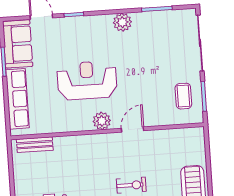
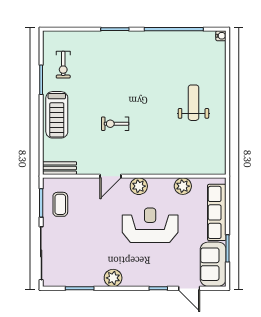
reception desk: (87, 80) -> (150, 225), turned 180
plant: (55, 124) -> (183, 186), added
bench: (35, 145) -> (60, 168), moved

